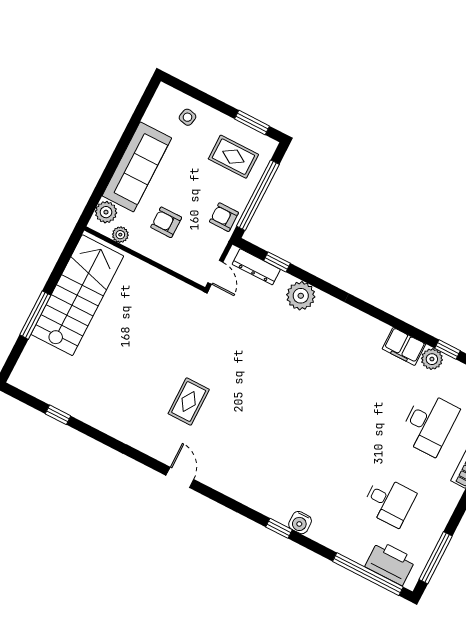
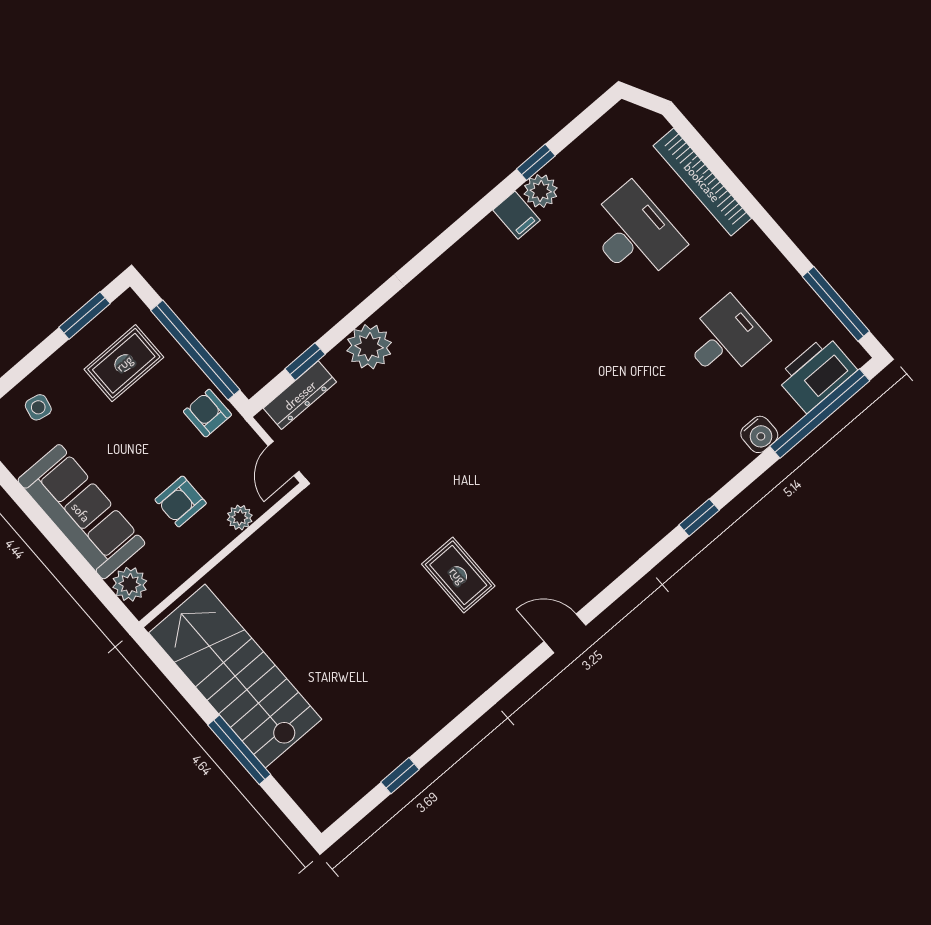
armchair: (224, 217) -> (207, 413), turned 90
plant: (120, 235) -> (240, 517), moved
door: (215, 272) -> (284, 459), swing flipped
filing cabinet: (404, 346) -> (516, 215), width x0.50
water cooler: (300, 523) -> (759, 434), moved

